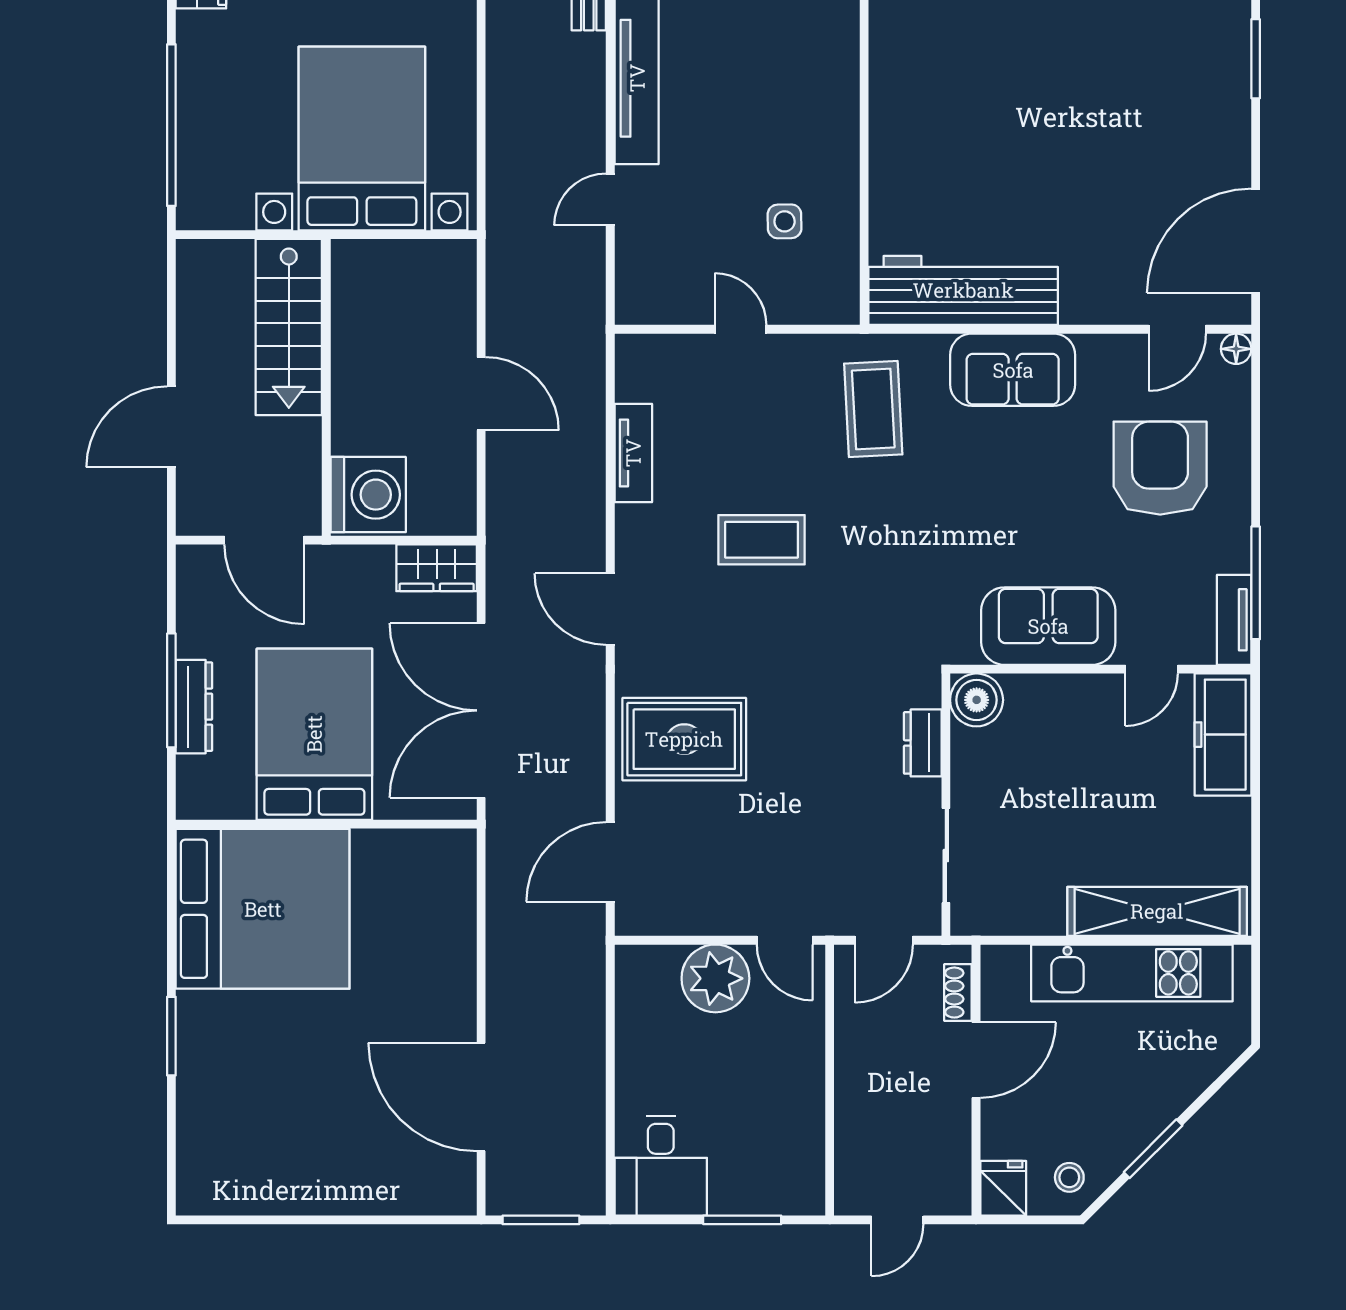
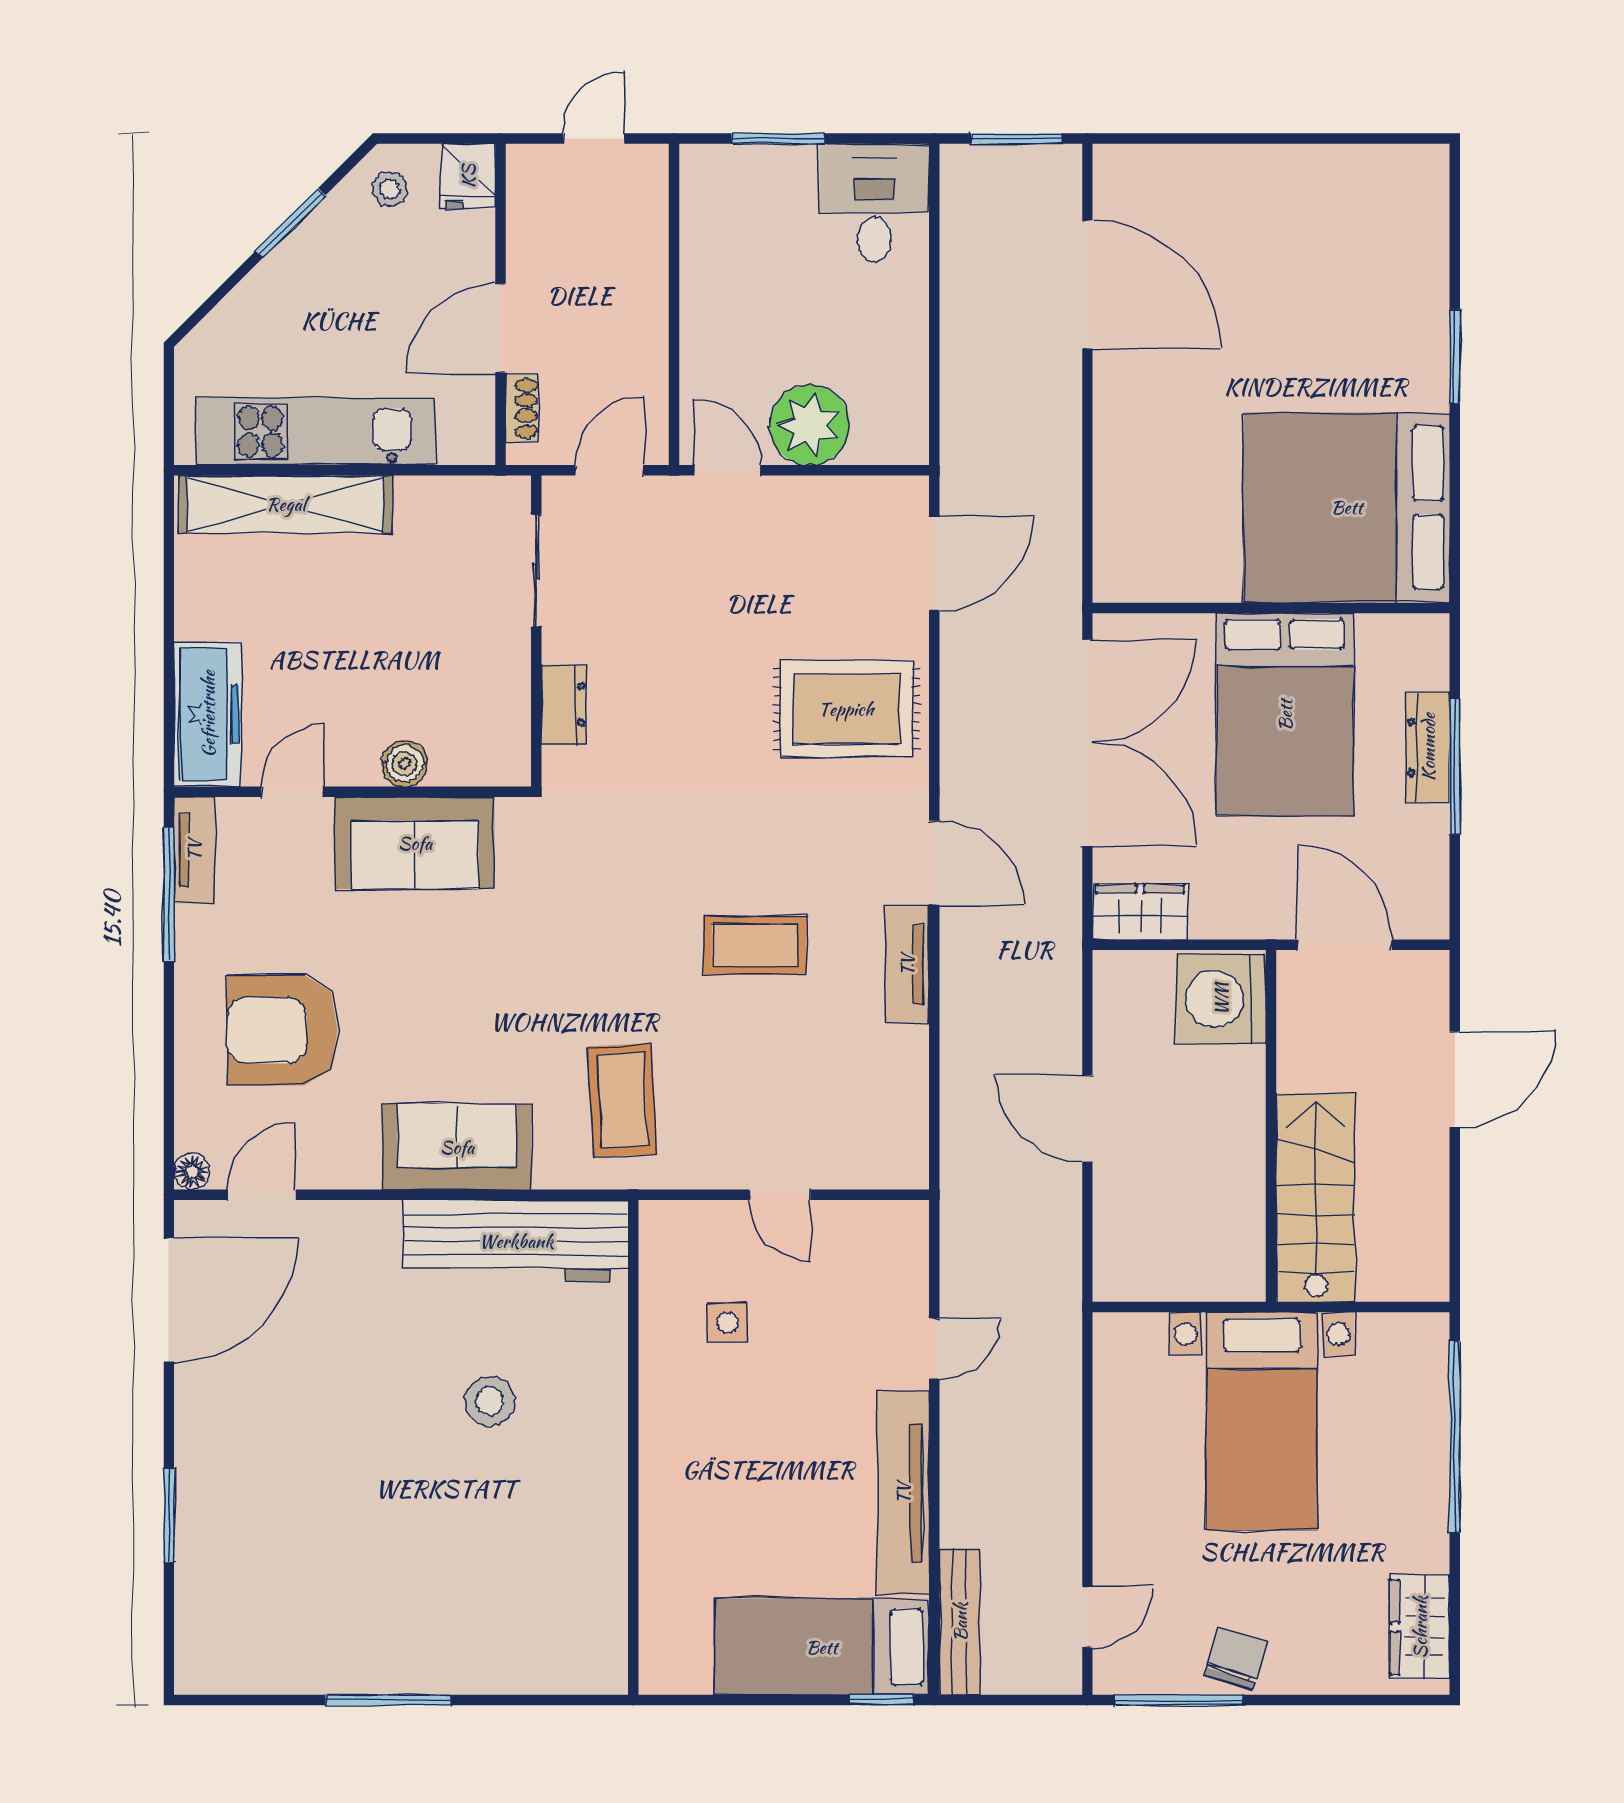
bed with nightstands: (362, 138) -> (1262, 1421), width x0.73
stool: (985, 155) -> (490, 1401), added
tv unit: (633, 453) -> (907, 965), moved
armchair: (1160, 468) -> (282, 1030), turned 90
boiler: (977, 700) -> (405, 764), moved, width x0.73, depth x0.73

